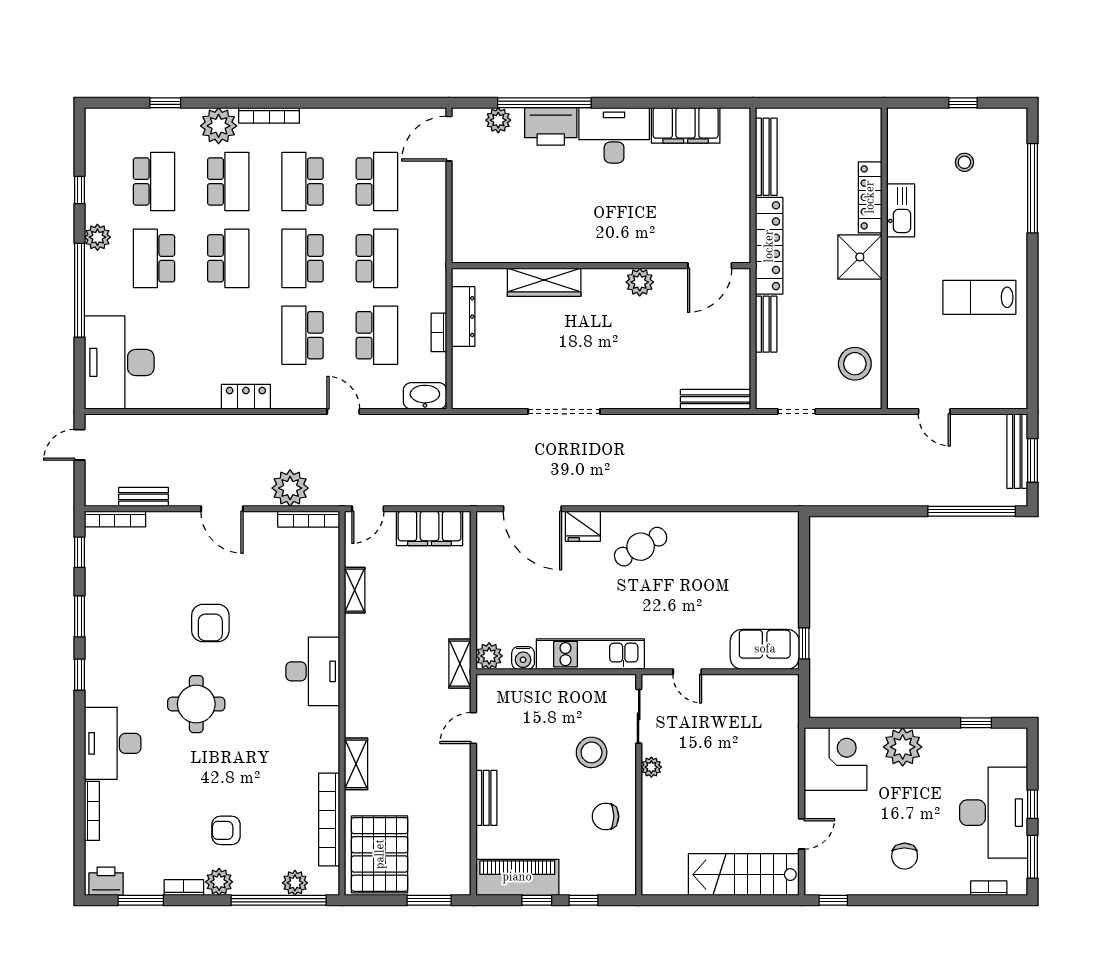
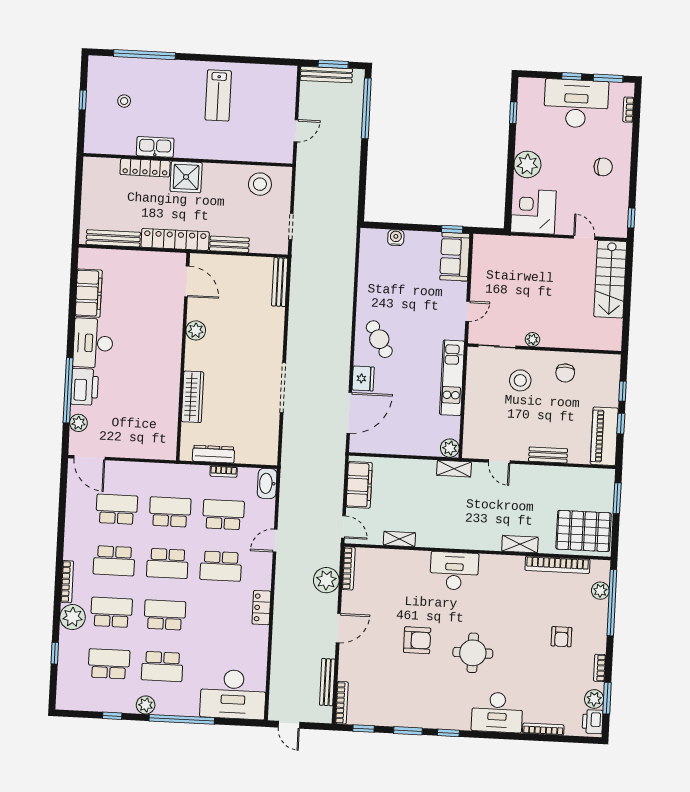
bench: (144, 497) -> (327, 682), width x1.36
water cooler: (523, 658) -> (396, 238), moved, turned -90
plant: (219, 882) -> (594, 699), moved

